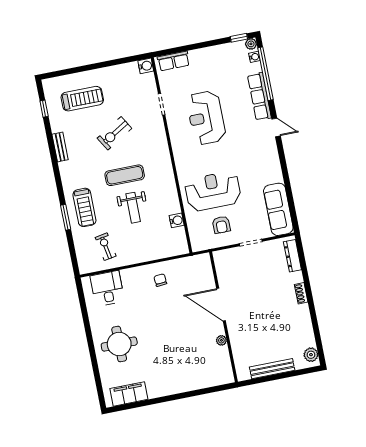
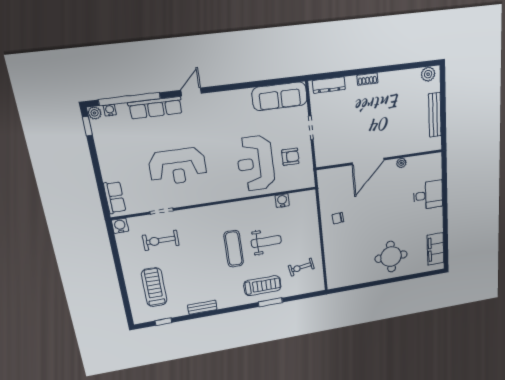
exercise bike: (114, 133) -> (161, 240), moved, turned 121
desk: (107, 288) -> (428, 195), moved, turned 180

